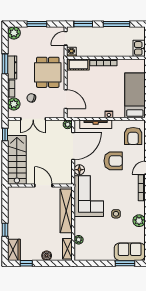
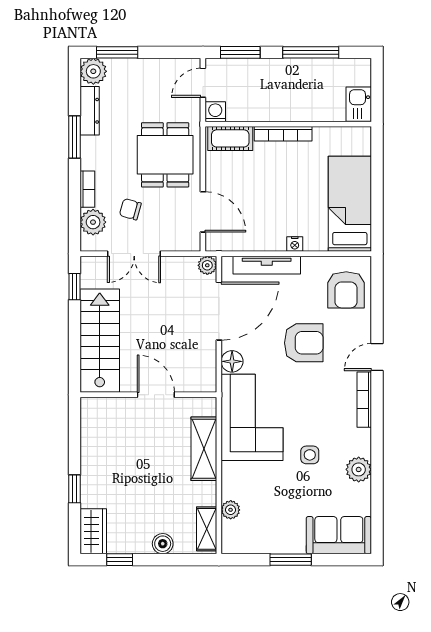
window: (37, 24) -> (117, 52), moved
dresser: (12, 67) -> (90, 111), moved
shelving: (66, 211) -> (204, 449), width x0.68
window: (125, 263) -> (291, 560), moved

